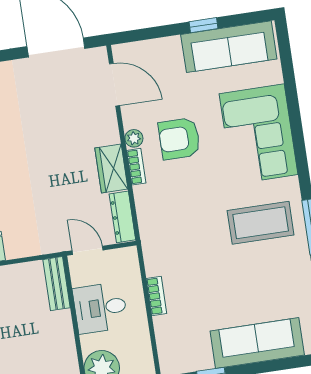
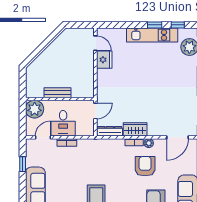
bench: (57, 284) -> (58, 93), moved
desk: (100, 308) -> (63, 123), moved, turned 180
door: (154, 344) -> (43, 137), added

